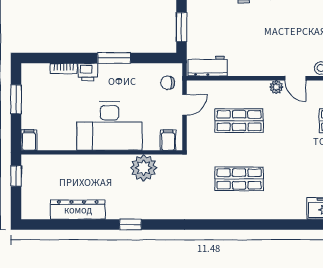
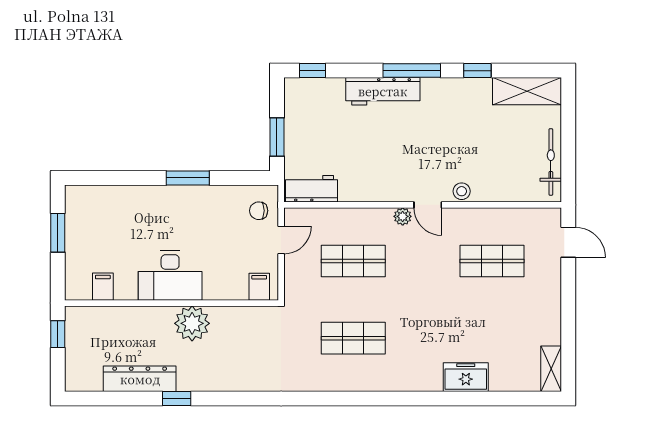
bookcase: (64, 68) -> (121, 192), removed
printer: (88, 72) -> (153, 196), removed
desk: (110, 126) -> (170, 275), width x0.73, depth x0.77
filing cabinet: (29, 140) -> (103, 287), moved
plant: (144, 168) -> (192, 323), moved
window: (130, 224) -> (177, 398), moved

